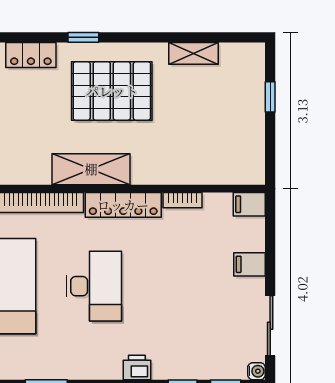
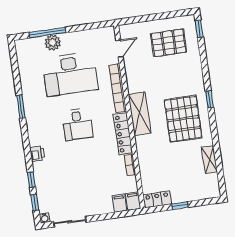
locker: (31, 55) -> (157, 199), moved, turned 90
window: (270, 97) -> (180, 206), moved
filing cabinet: (250, 264) -> (120, 203), moved
desk: (94, 286) -> (77, 124), width x0.73

